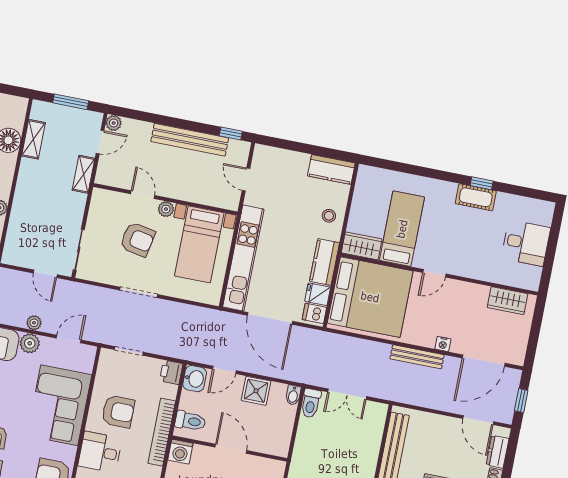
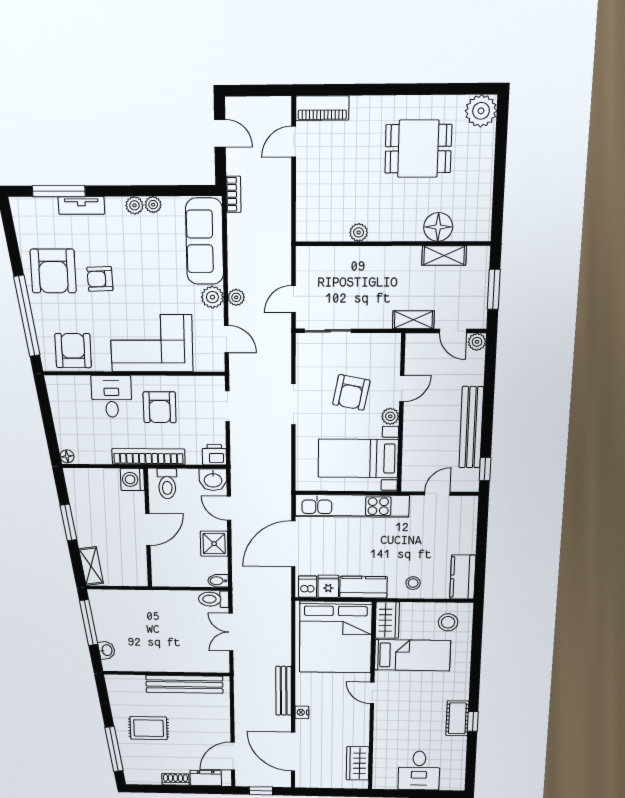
stool: (374, 190) -> (448, 622), added

